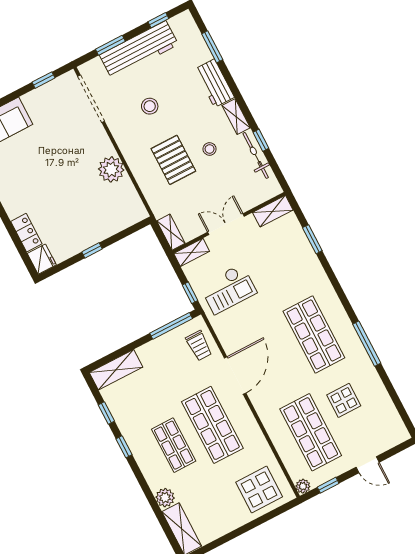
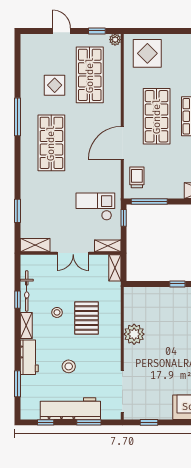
stool: (150, 106) -> (69, 366), moved

